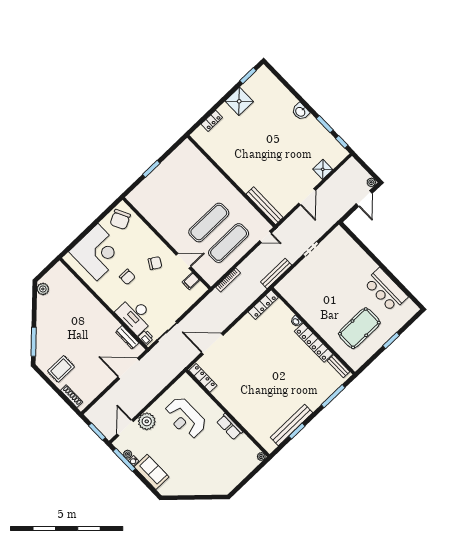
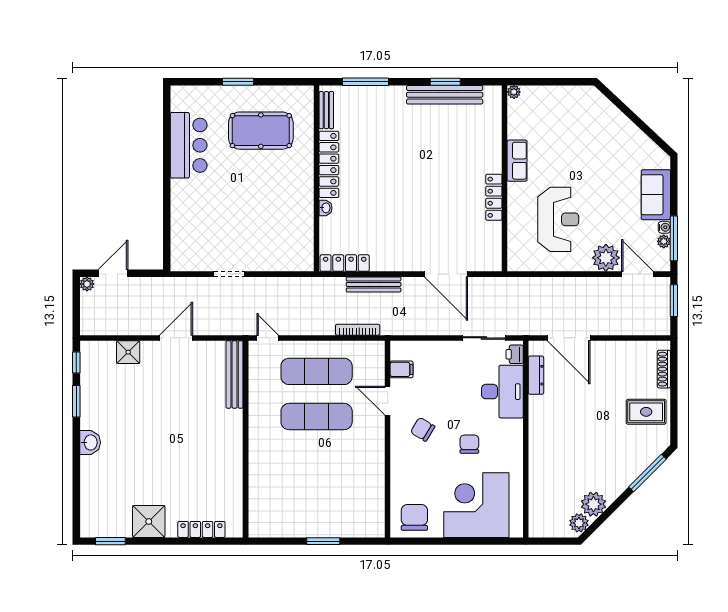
locker: (212, 121) -> (201, 529), width x1.53
chair: (120, 219) -> (414, 517), turned -64
bench: (276, 274) -> (374, 284), moved
plant: (44, 304) -> (593, 504), added
locker: (203, 378) -> (494, 197), moved
door: (125, 428) -> (637, 274), swing flipped

